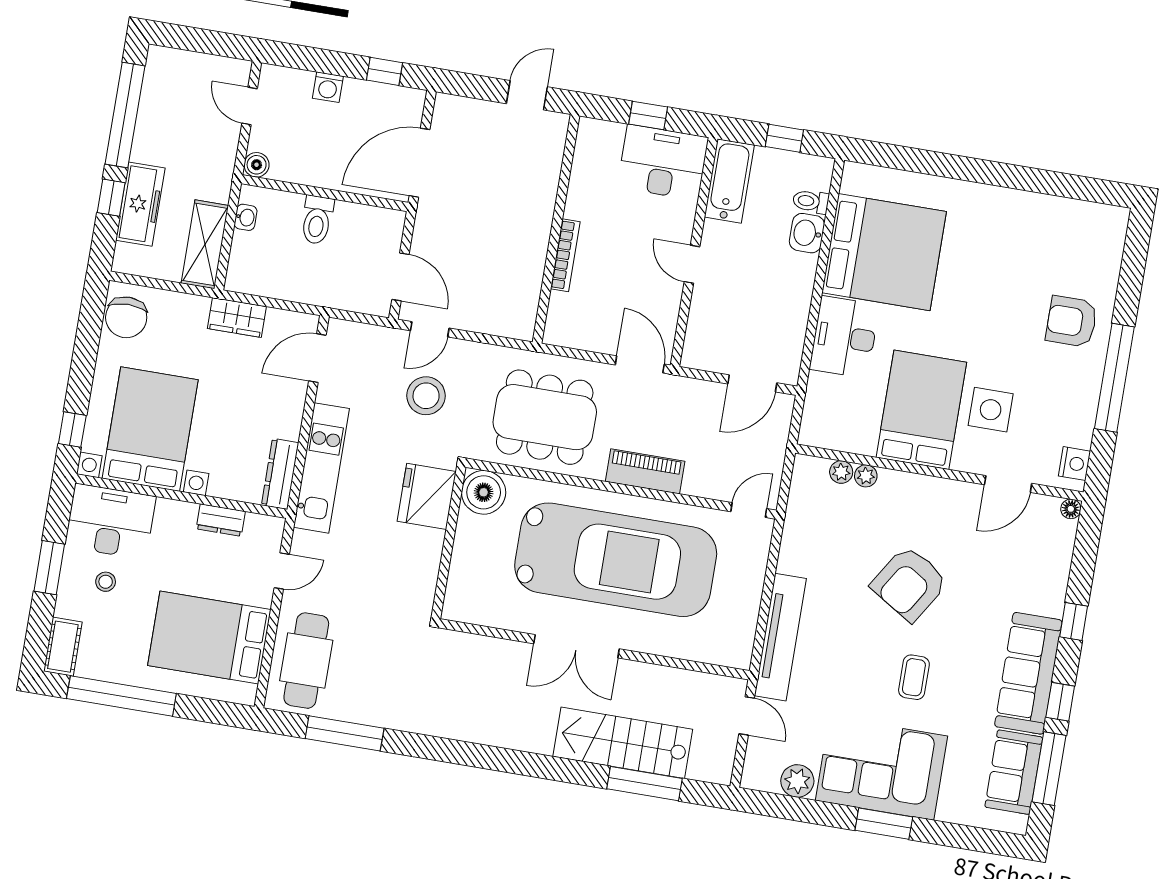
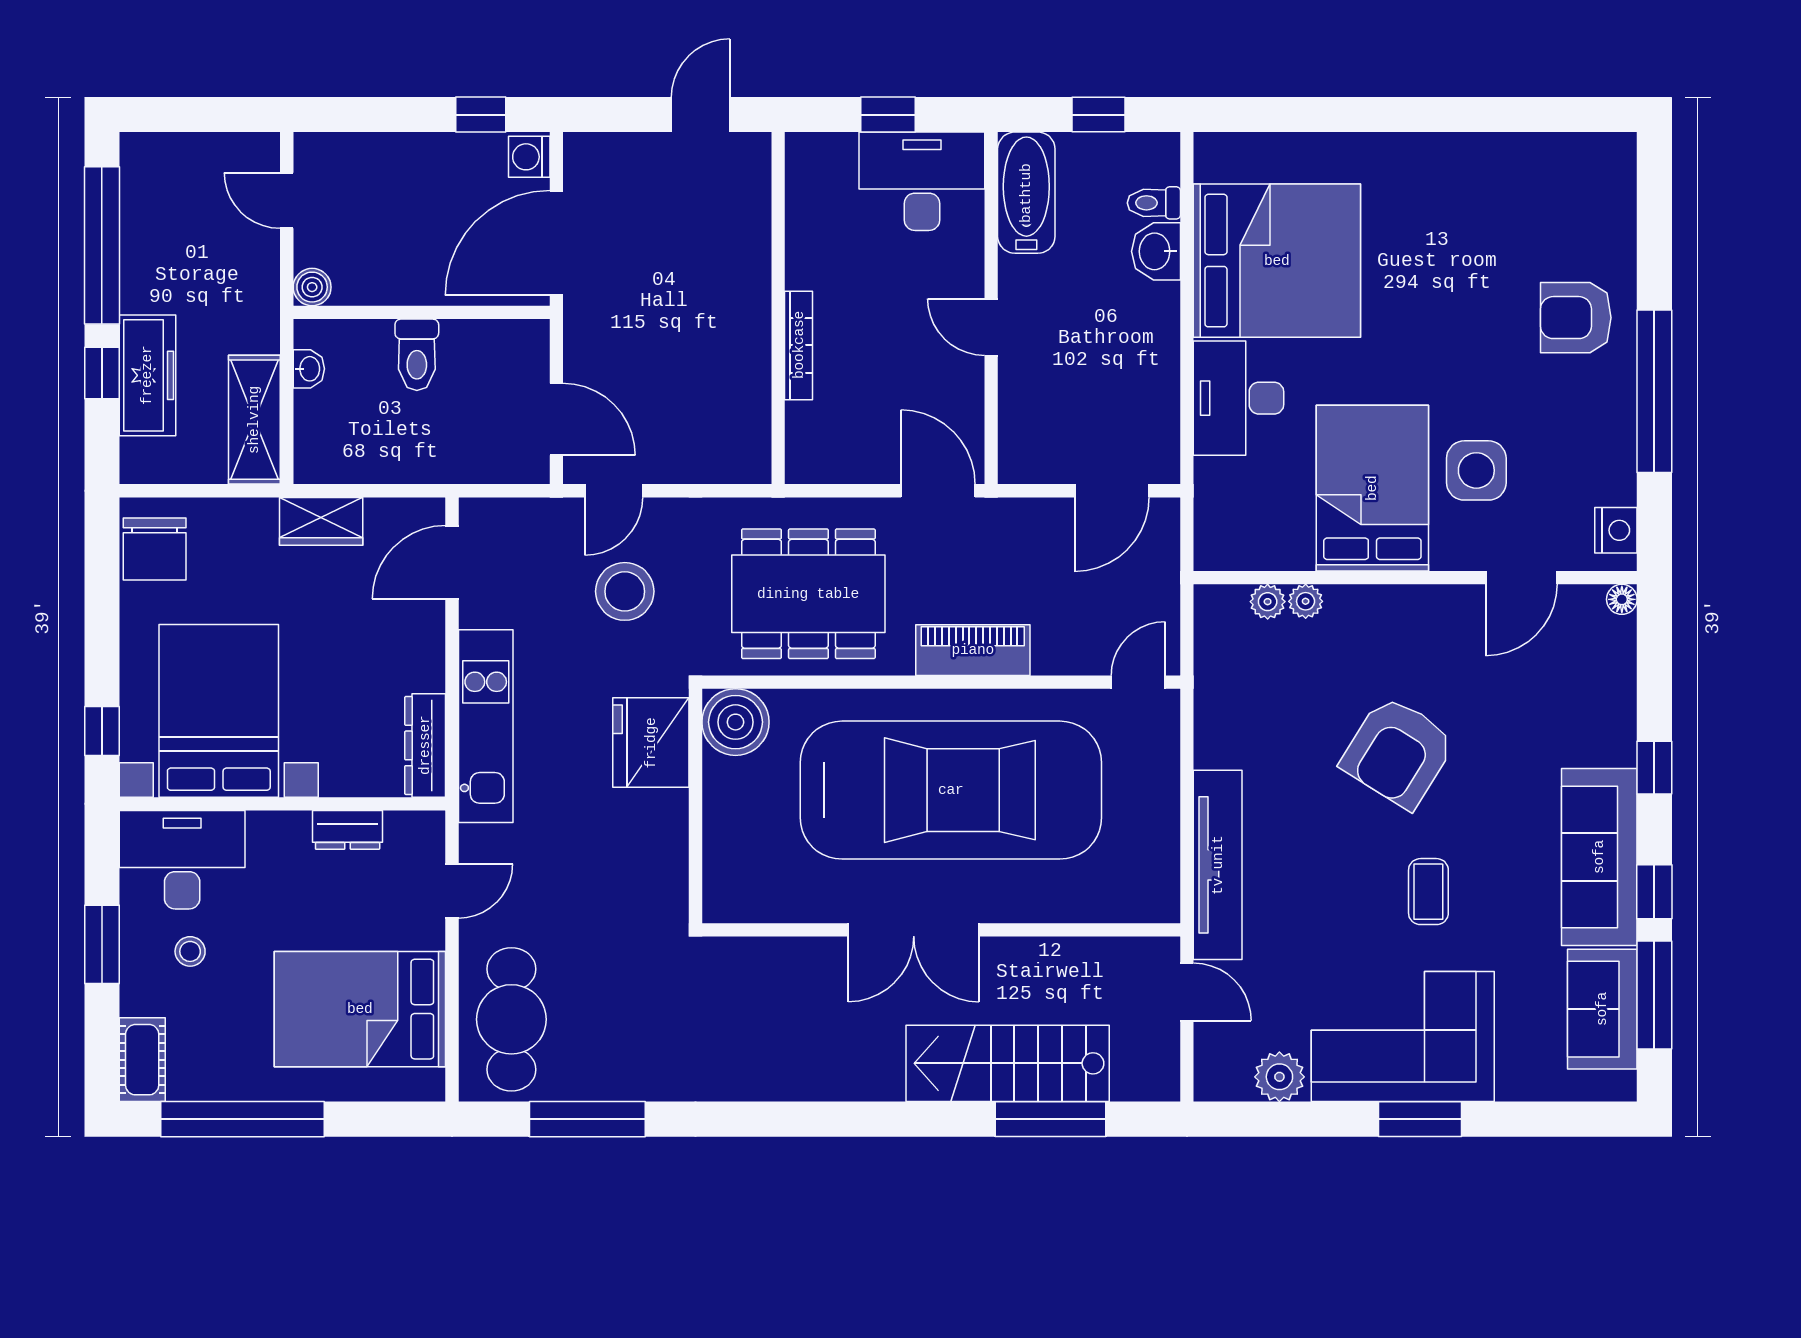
washing machine: (328, 87) -> (529, 157), moved, turned 90

